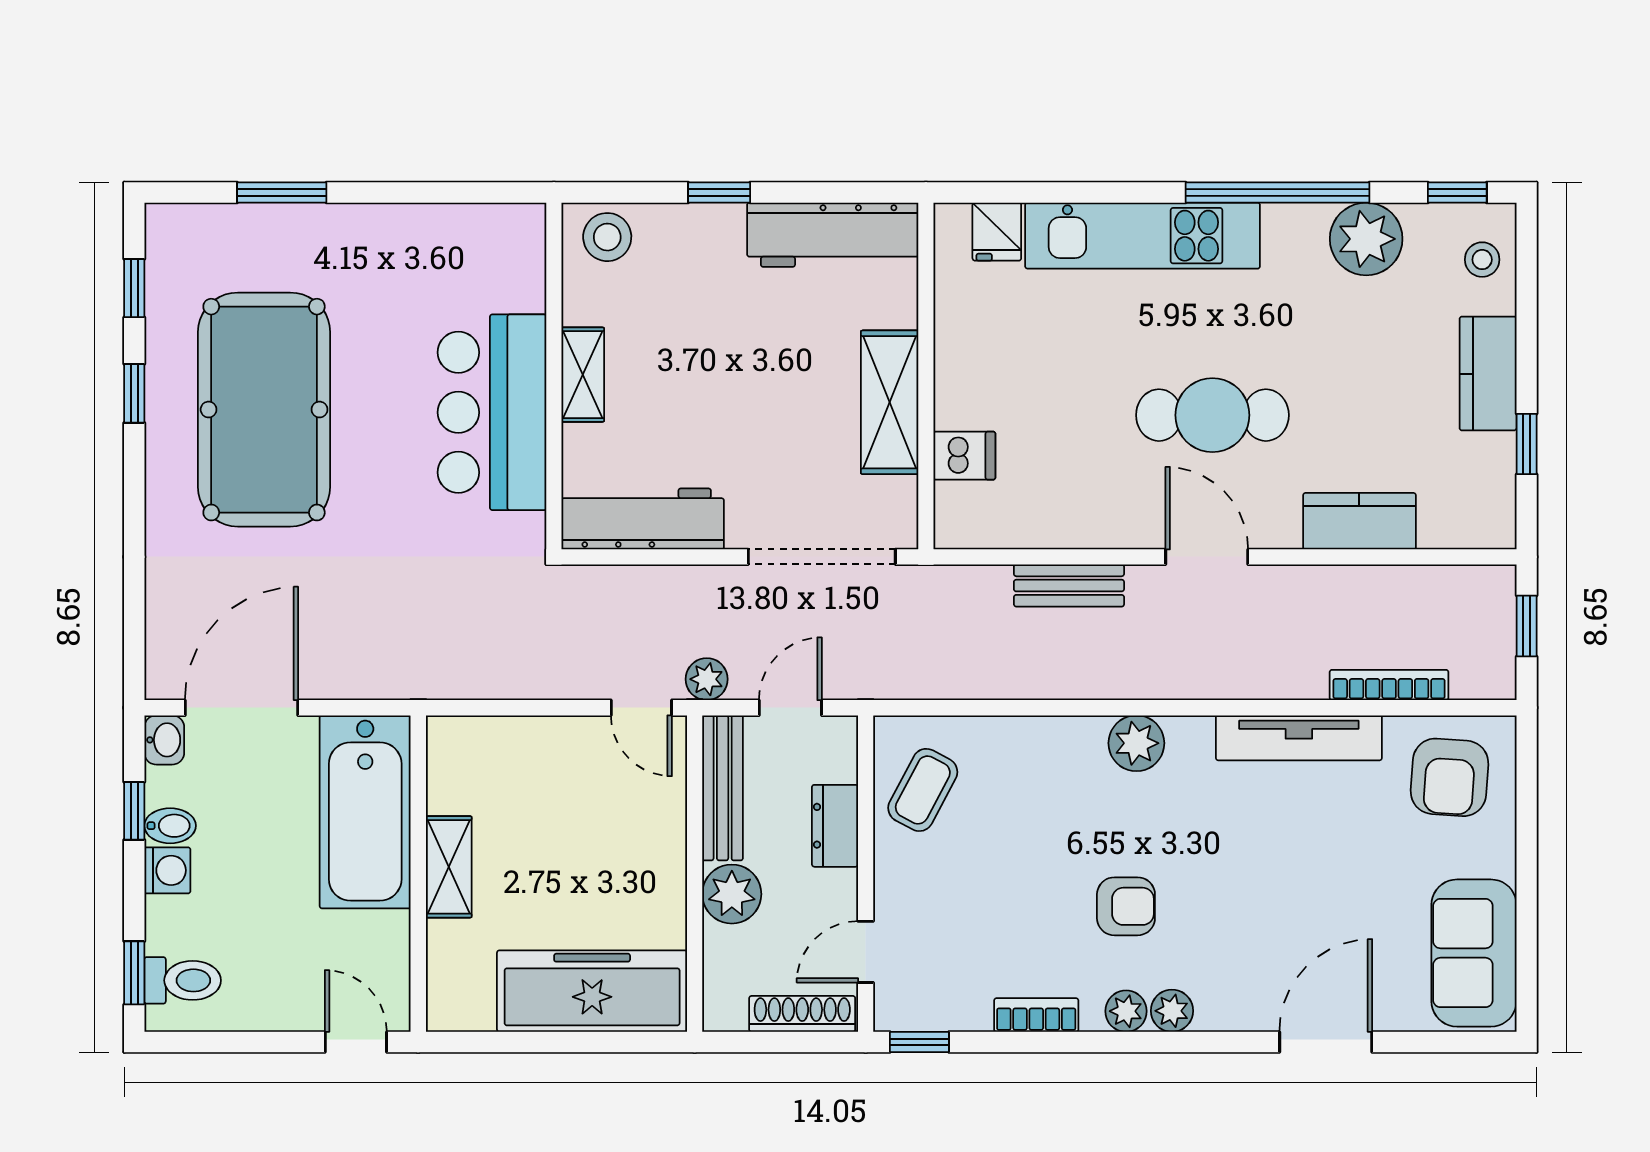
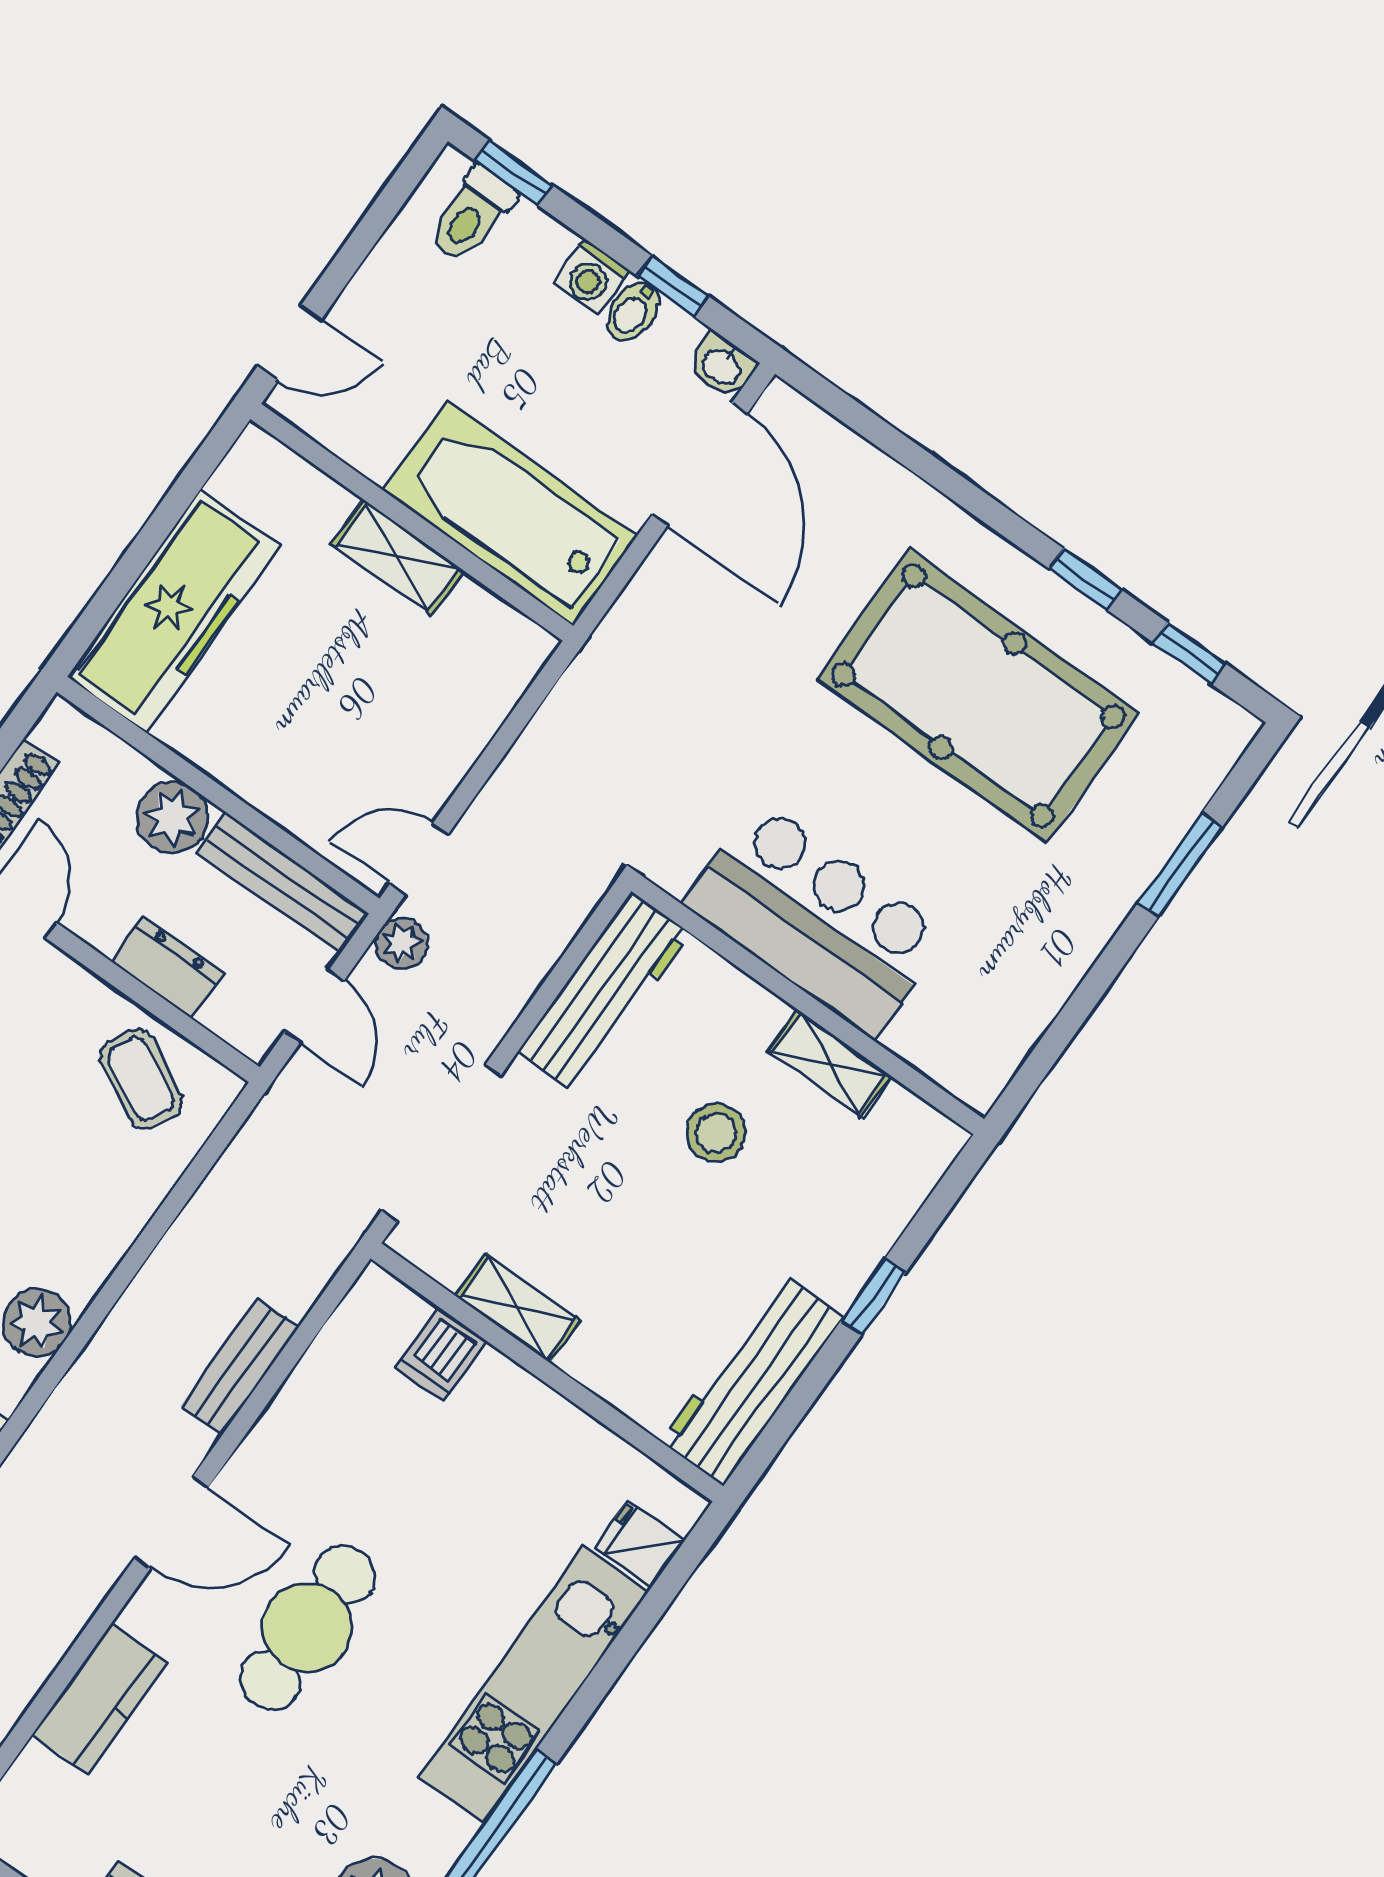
stool: (607, 237) -> (716, 1133), moved
shelving: (583, 375) -> (830, 1064), moved
shelving: (890, 402) -> (518, 1308), width x0.67, depth x0.75

